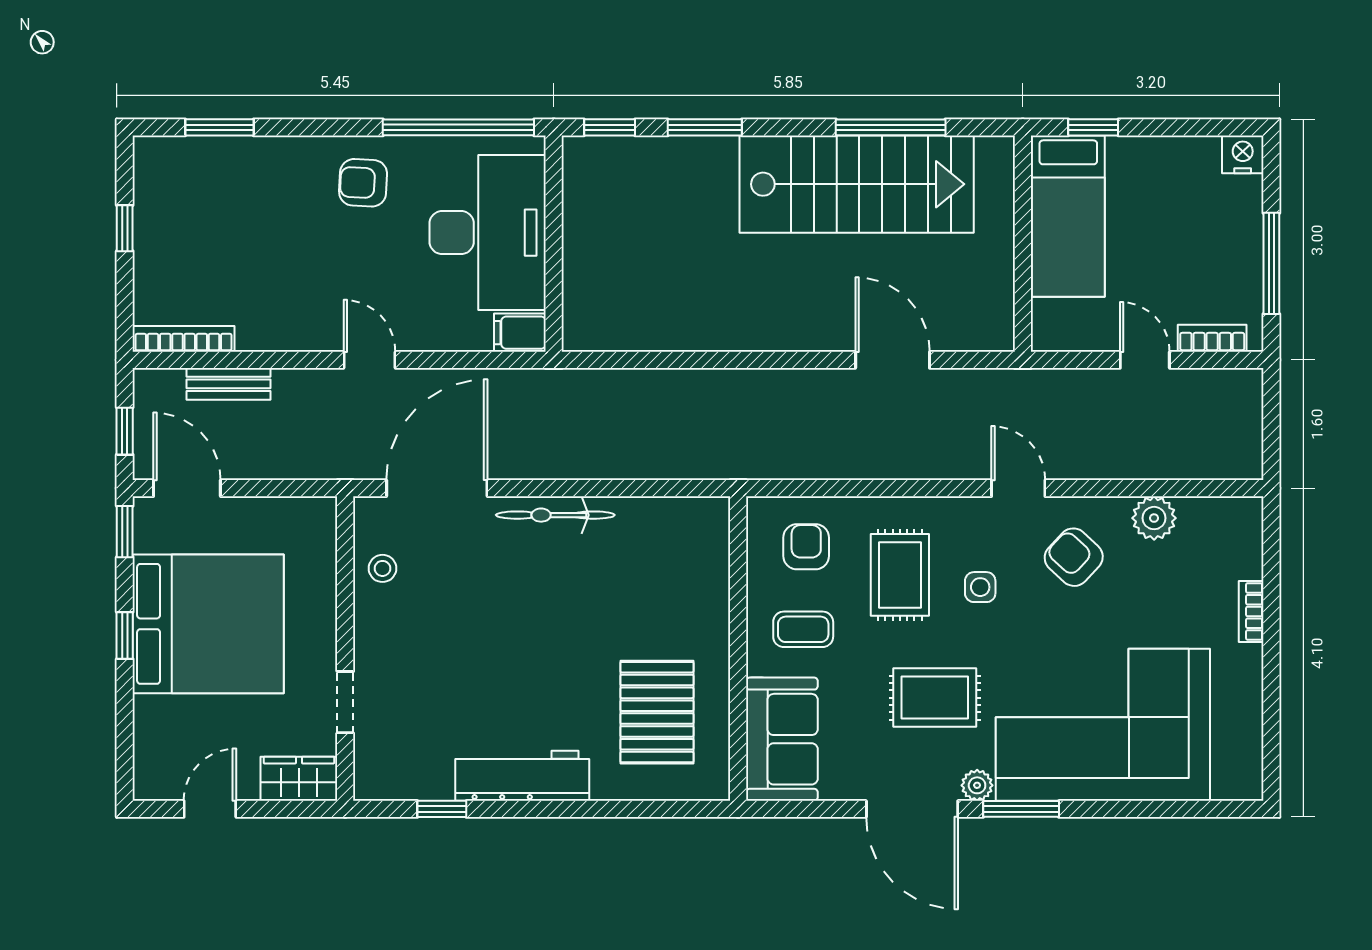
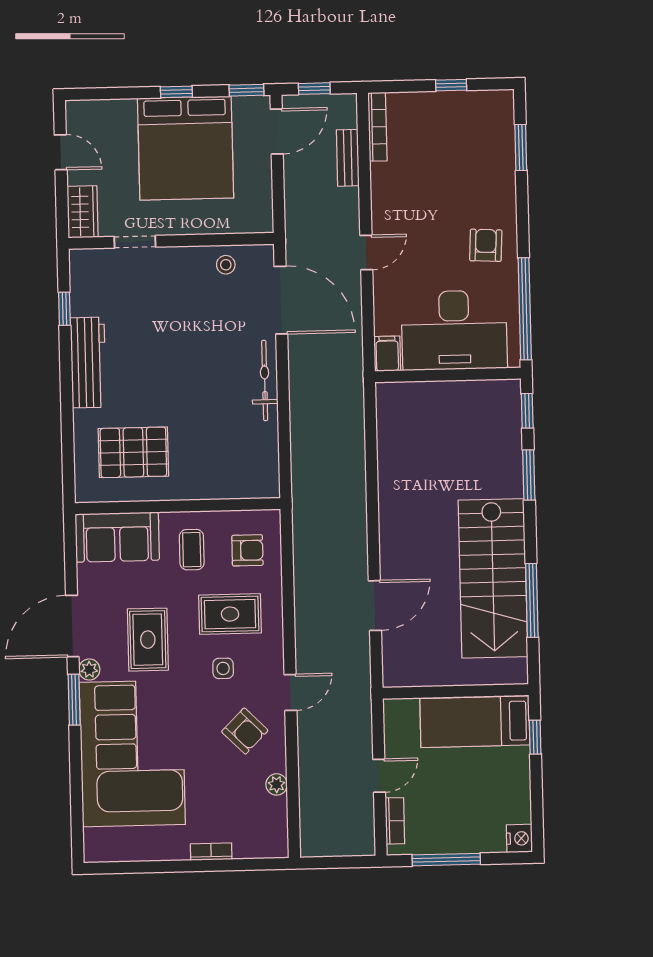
plant: (1154, 518) -> (277, 784), width x0.73, depth x0.73
armchair: (1074, 557) -> (245, 731), turned 92

